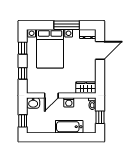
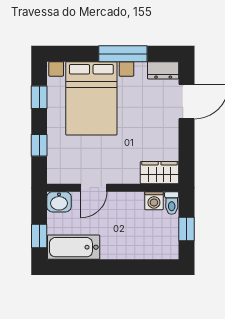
washing machine: (69, 102) -> (154, 201), moved
bathtub: (69, 127) -> (74, 247), moved

